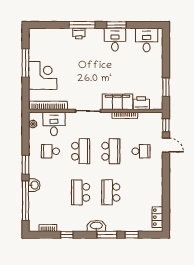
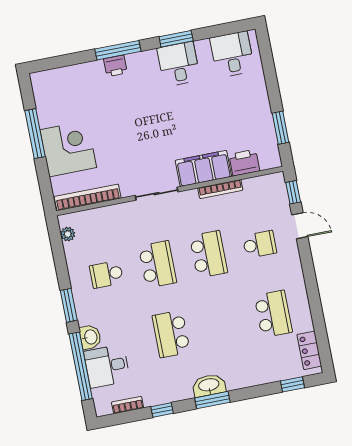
desk: (54, 124) -> (107, 366), moved, turned -90
school desk: (111, 192) -> (273, 314), moved, turned 180
window: (107, 235) -> (212, 400), moved
window: (132, 235) -> (292, 384), moved

